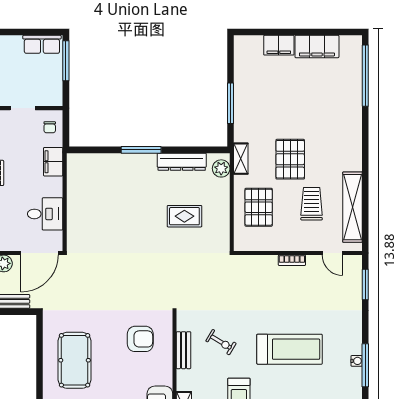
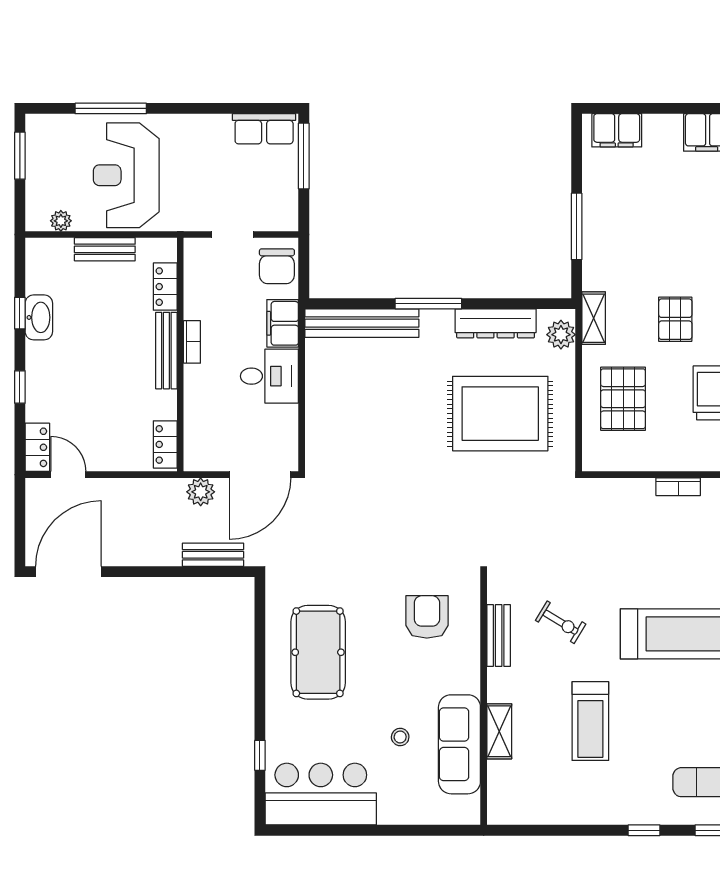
filing cabinet: (279, 45) -> (617, 130), moved
chair: (50, 127) -> (277, 266), width x1.87, depth x1.87
pallet: (290, 159) -> (675, 319), width x0.67, depth x0.71
bench: (101, 162) -> (362, 323), added
desk: (45, 214) -> (269, 376), moved
rug: (184, 216) -> (500, 414), width x1.86, depth x2.06
armchair: (140, 339) -> (427, 617), turned -90

